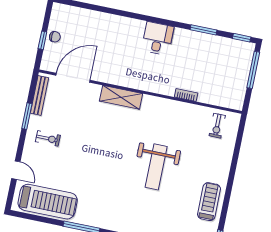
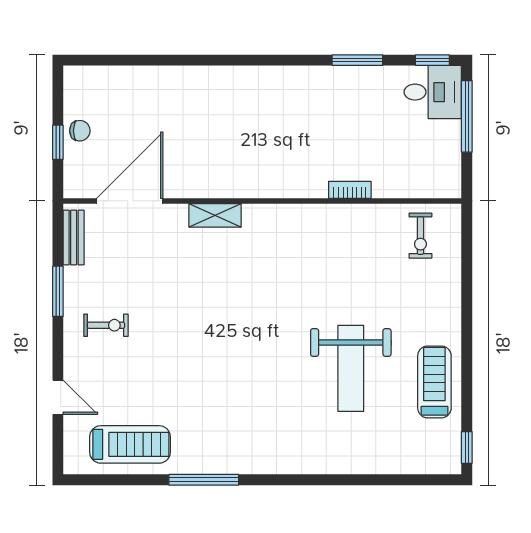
desk: (158, 39) -> (433, 92), moved, turned 90
bench: (40, 95) -> (74, 237), width x0.73
shelving: (121, 97) -> (215, 215), width x0.67, depth x0.75
weight bench: (156, 167) -> (351, 368), moved
treadmill: (48, 202) -> (130, 444), width x0.73, depth x0.73

